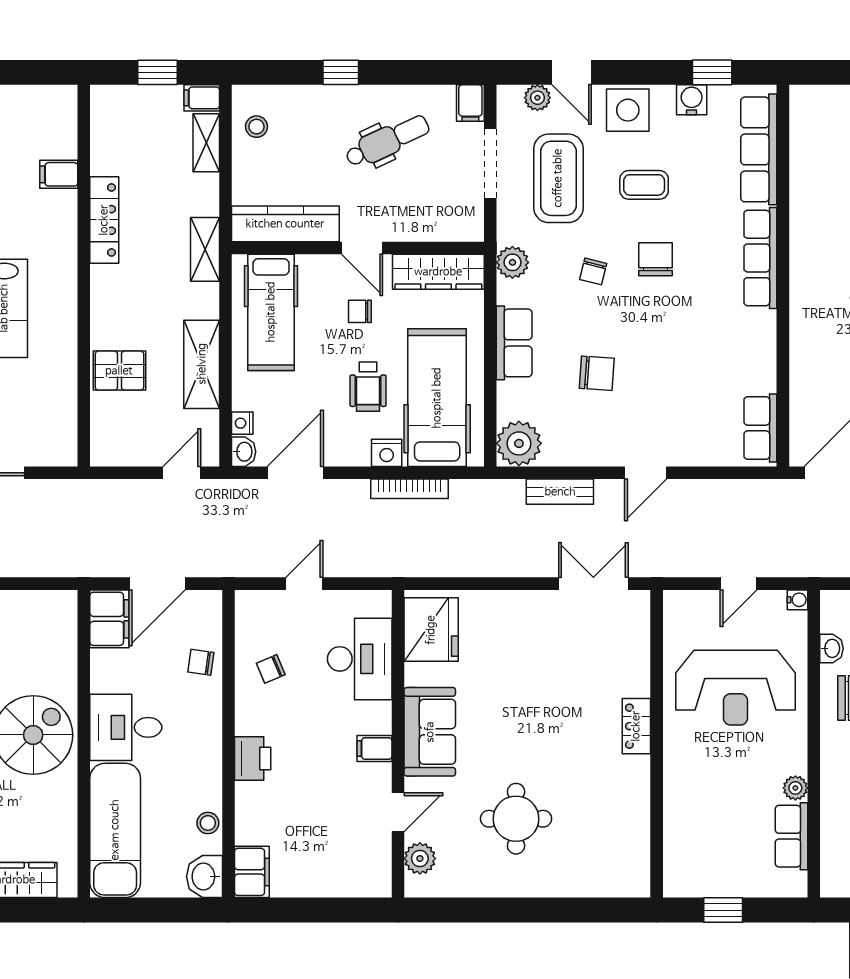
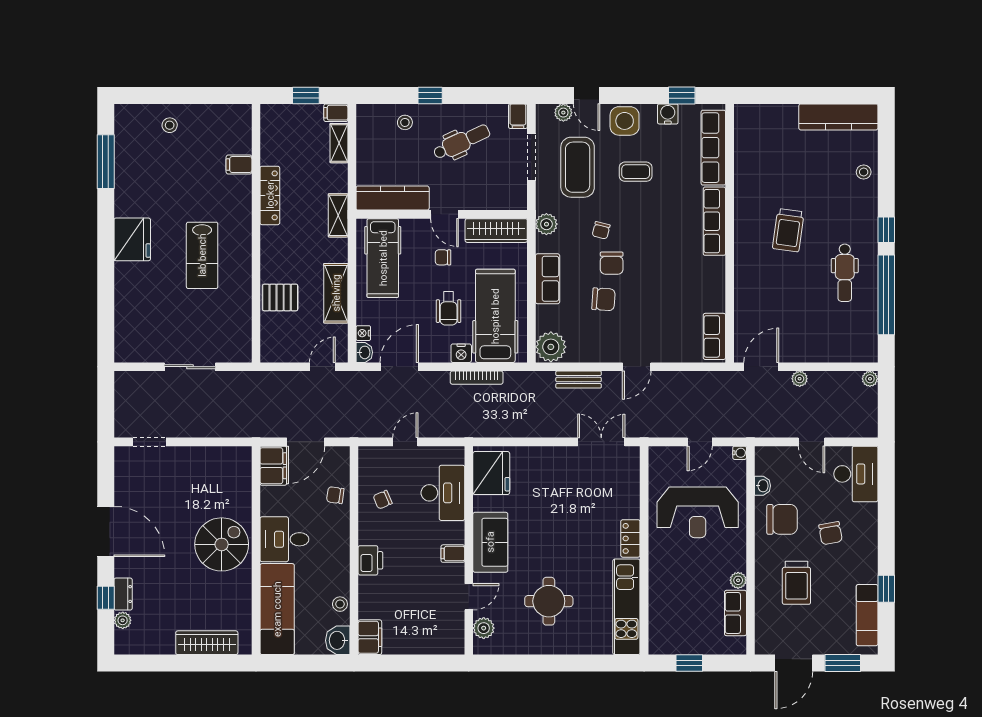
stool: (256, 127) -> (405, 122), moved
chair: (656, 259) -> (612, 263), moved, turned 180
kitchen unit: (631, 827) -> (626, 607), added

